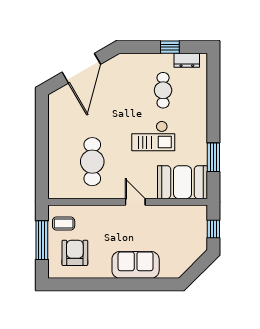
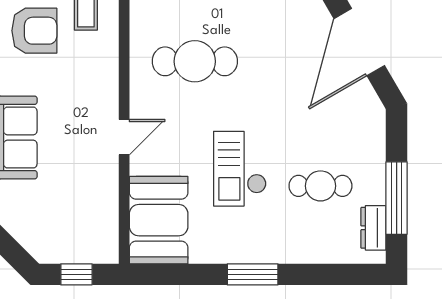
window: (170, 47) -> (397, 198), width x2.17
door: (81, 68) -> (359, 42), hinge flipped
window: (213, 157) -> (253, 274), moved

